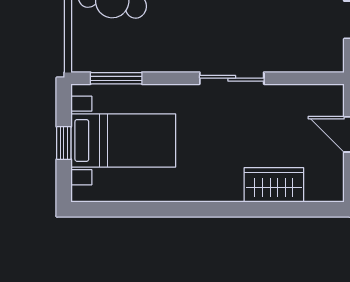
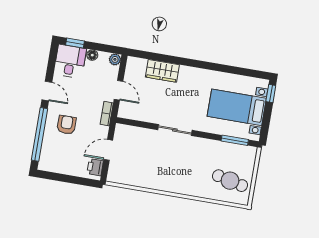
window: (64, 143) -> (271, 94), moved

